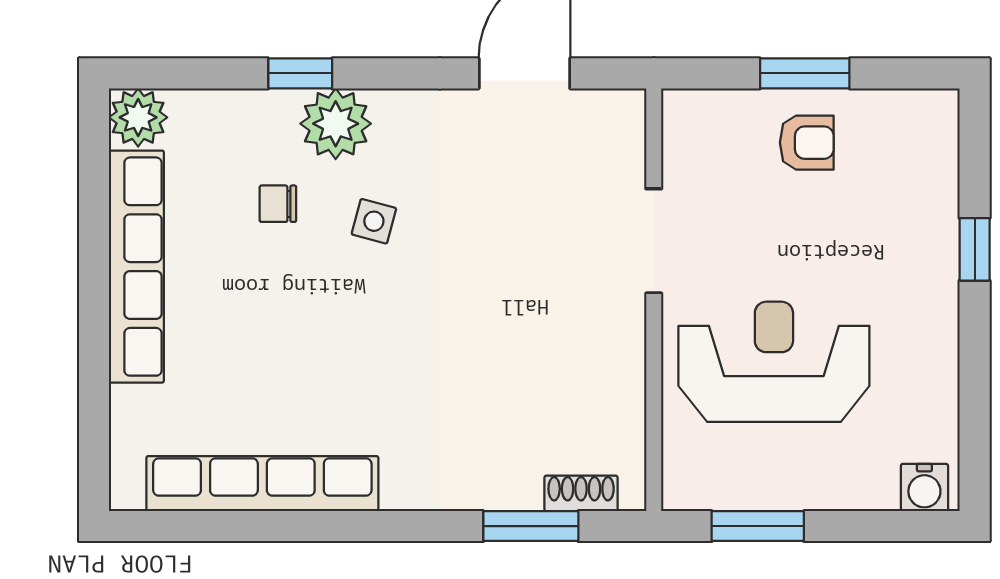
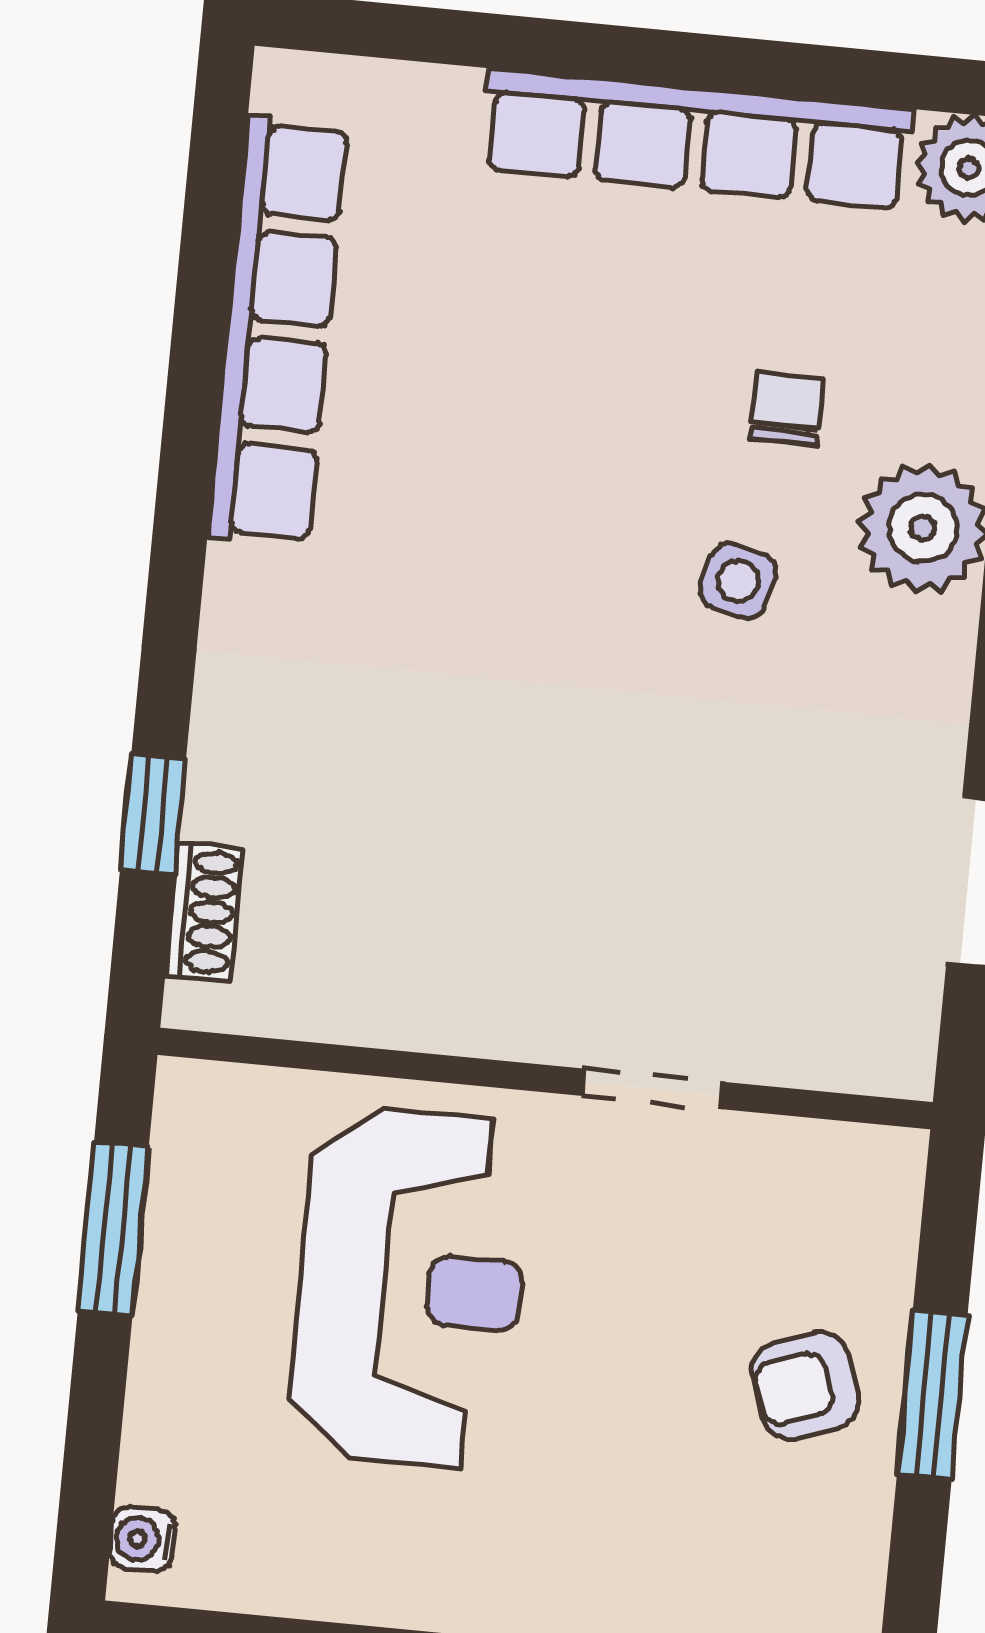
armchair: (807, 143) -> (805, 1386), turned 70
doorway: (654, 241) -> (653, 1089), width x0.73
water cooler: (924, 488) -> (142, 1539), width x0.72, depth x0.72
window: (531, 526) -> (153, 814), width x0.67

